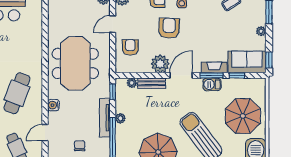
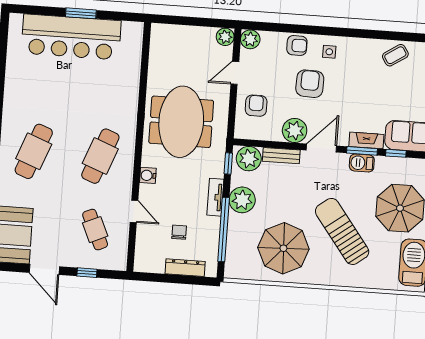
plant: (132, 83) -> (249, 159), width x1.88, depth x1.88
tv unit: (105, 118) -> (215, 197), width x0.71
plant: (120, 118) -> (242, 200), width x1.87, depth x1.87
door: (45, 133) -> (134, 211), swing flipped

